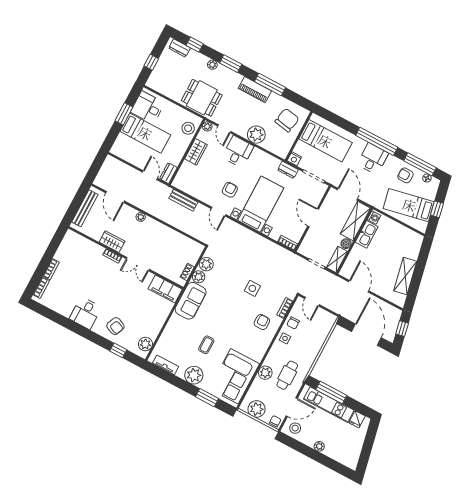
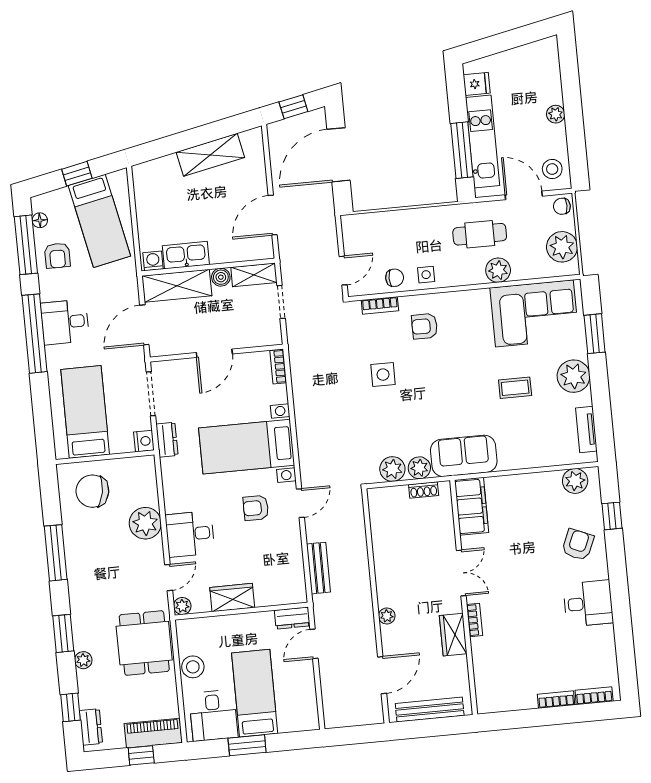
piano: (255, 90) -> (153, 733), moved, turned -90
stool: (188, 128) -> (193, 667), moved

